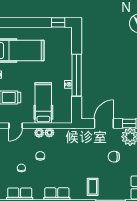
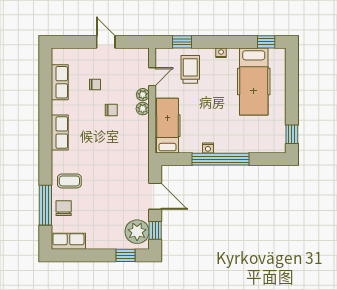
hospital bed: (43, 103) -> (167, 126), moved, turned -90
door: (16, 126) -> (152, 77), swing flipped
plant: (49, 133) -> (143, 95), moved
chair: (114, 157) -> (64, 208), moved

